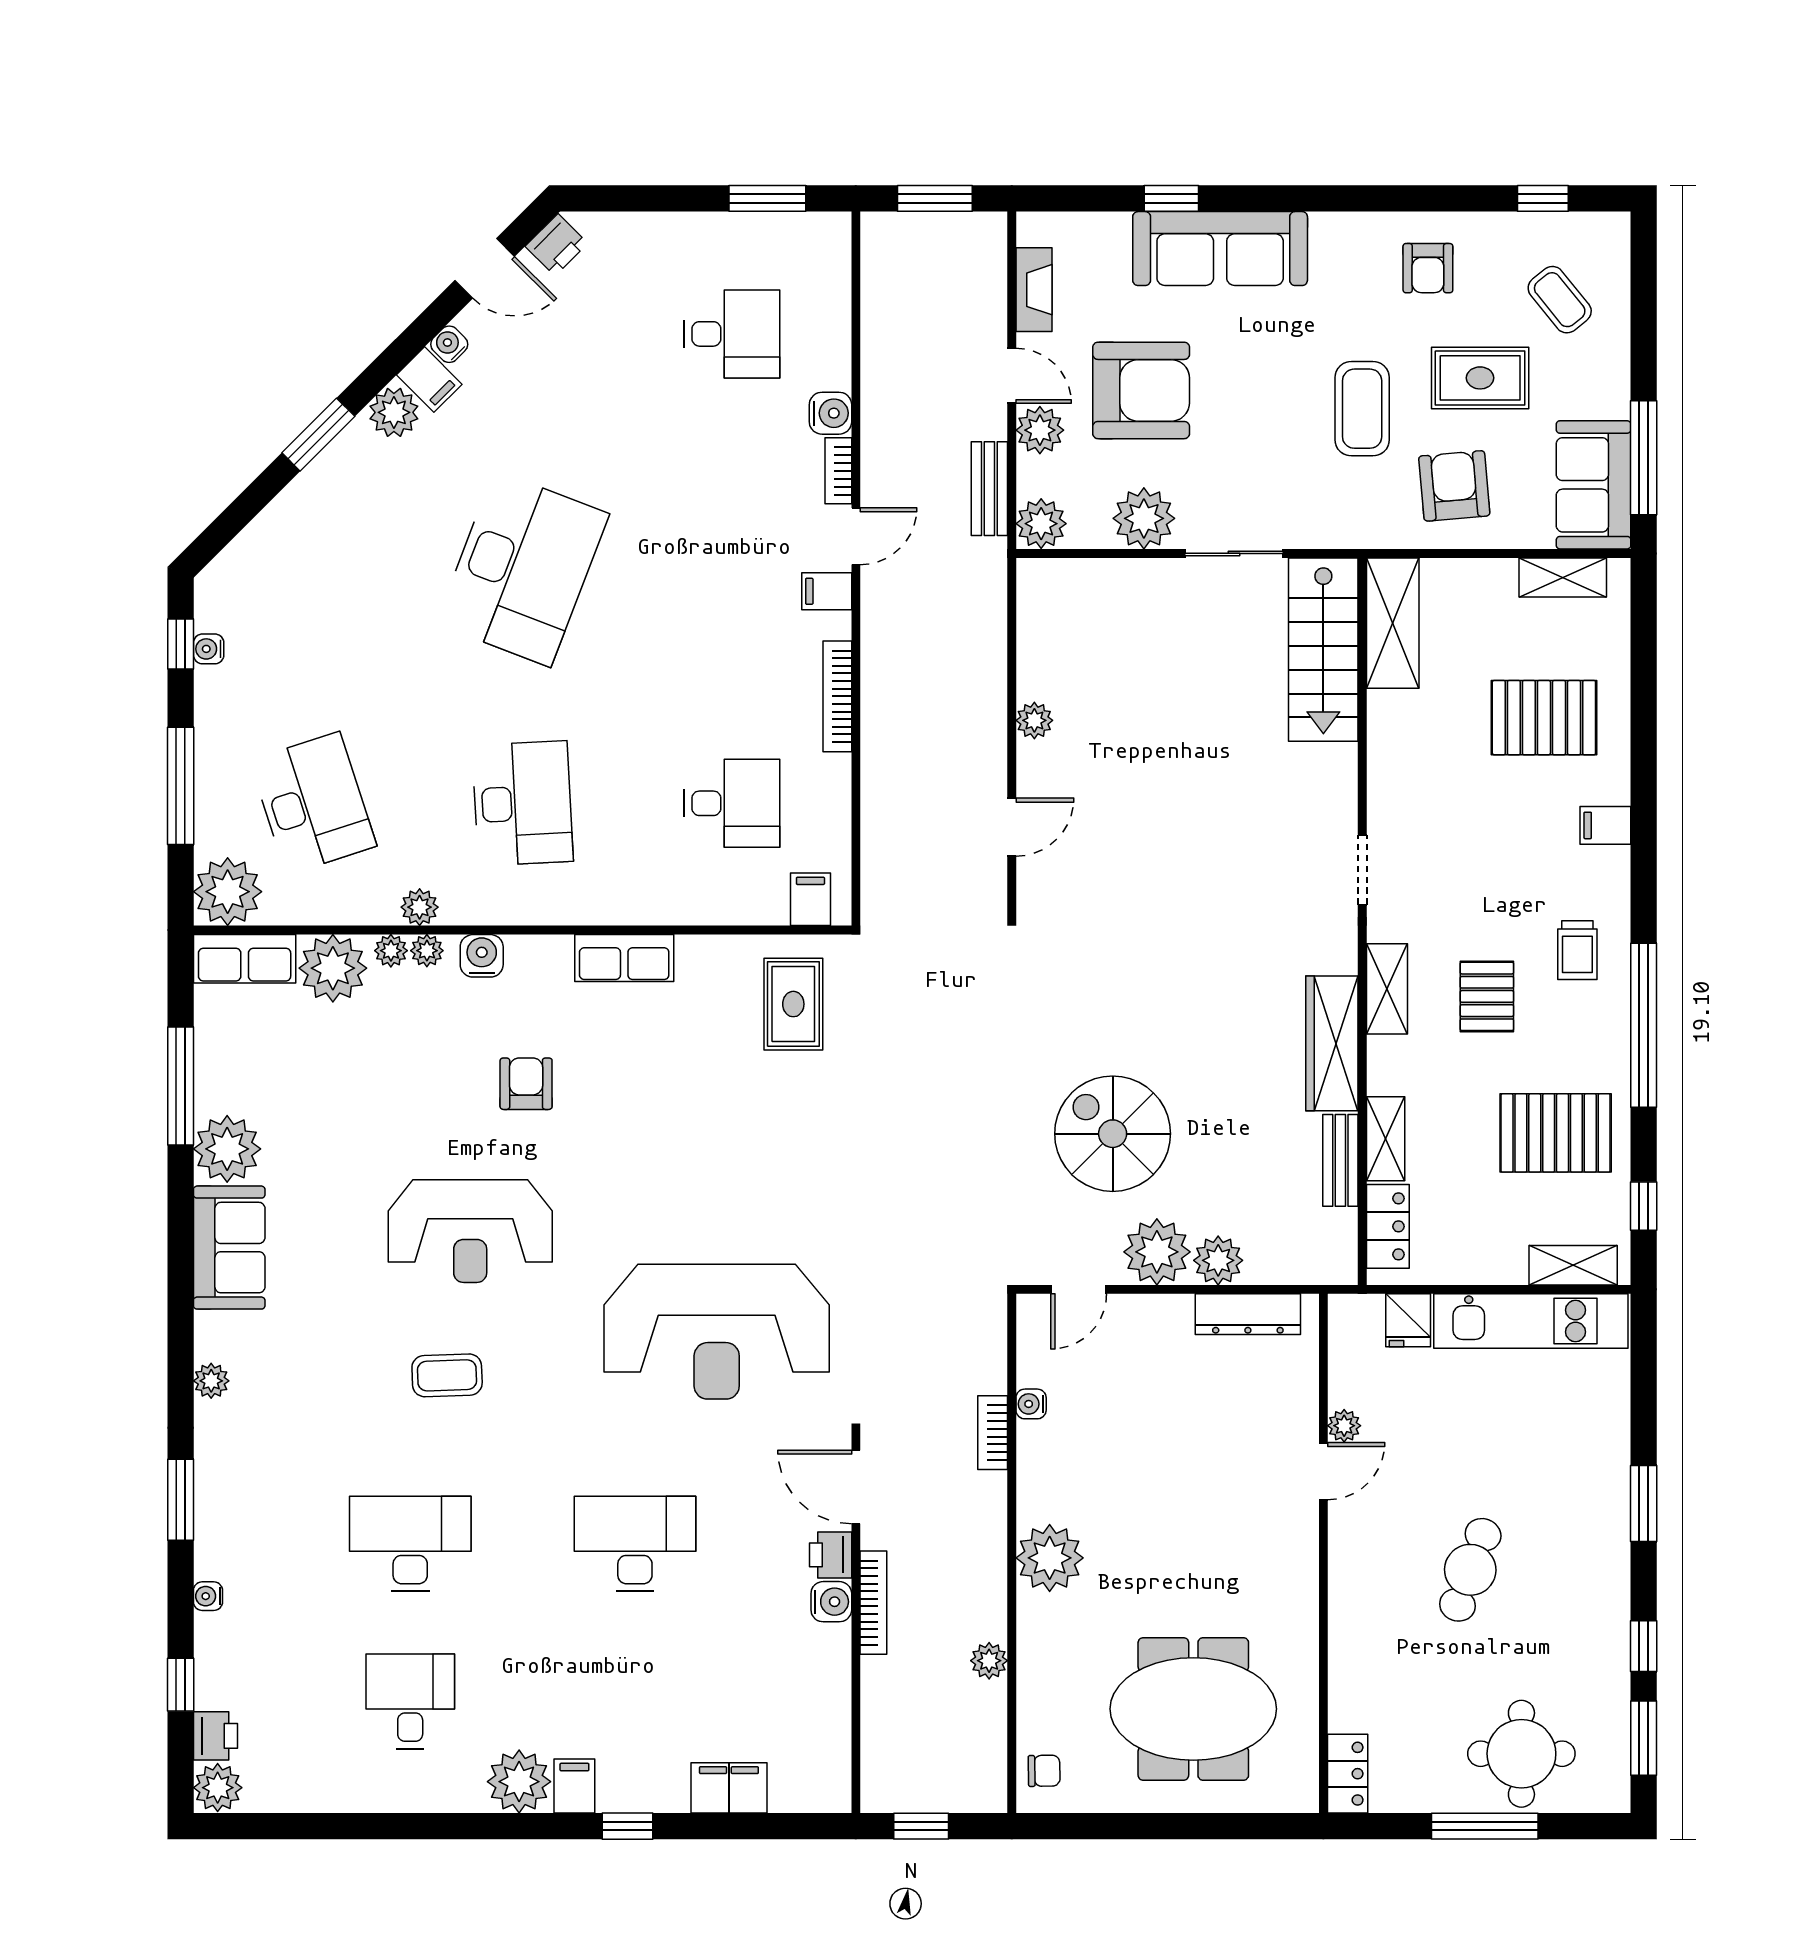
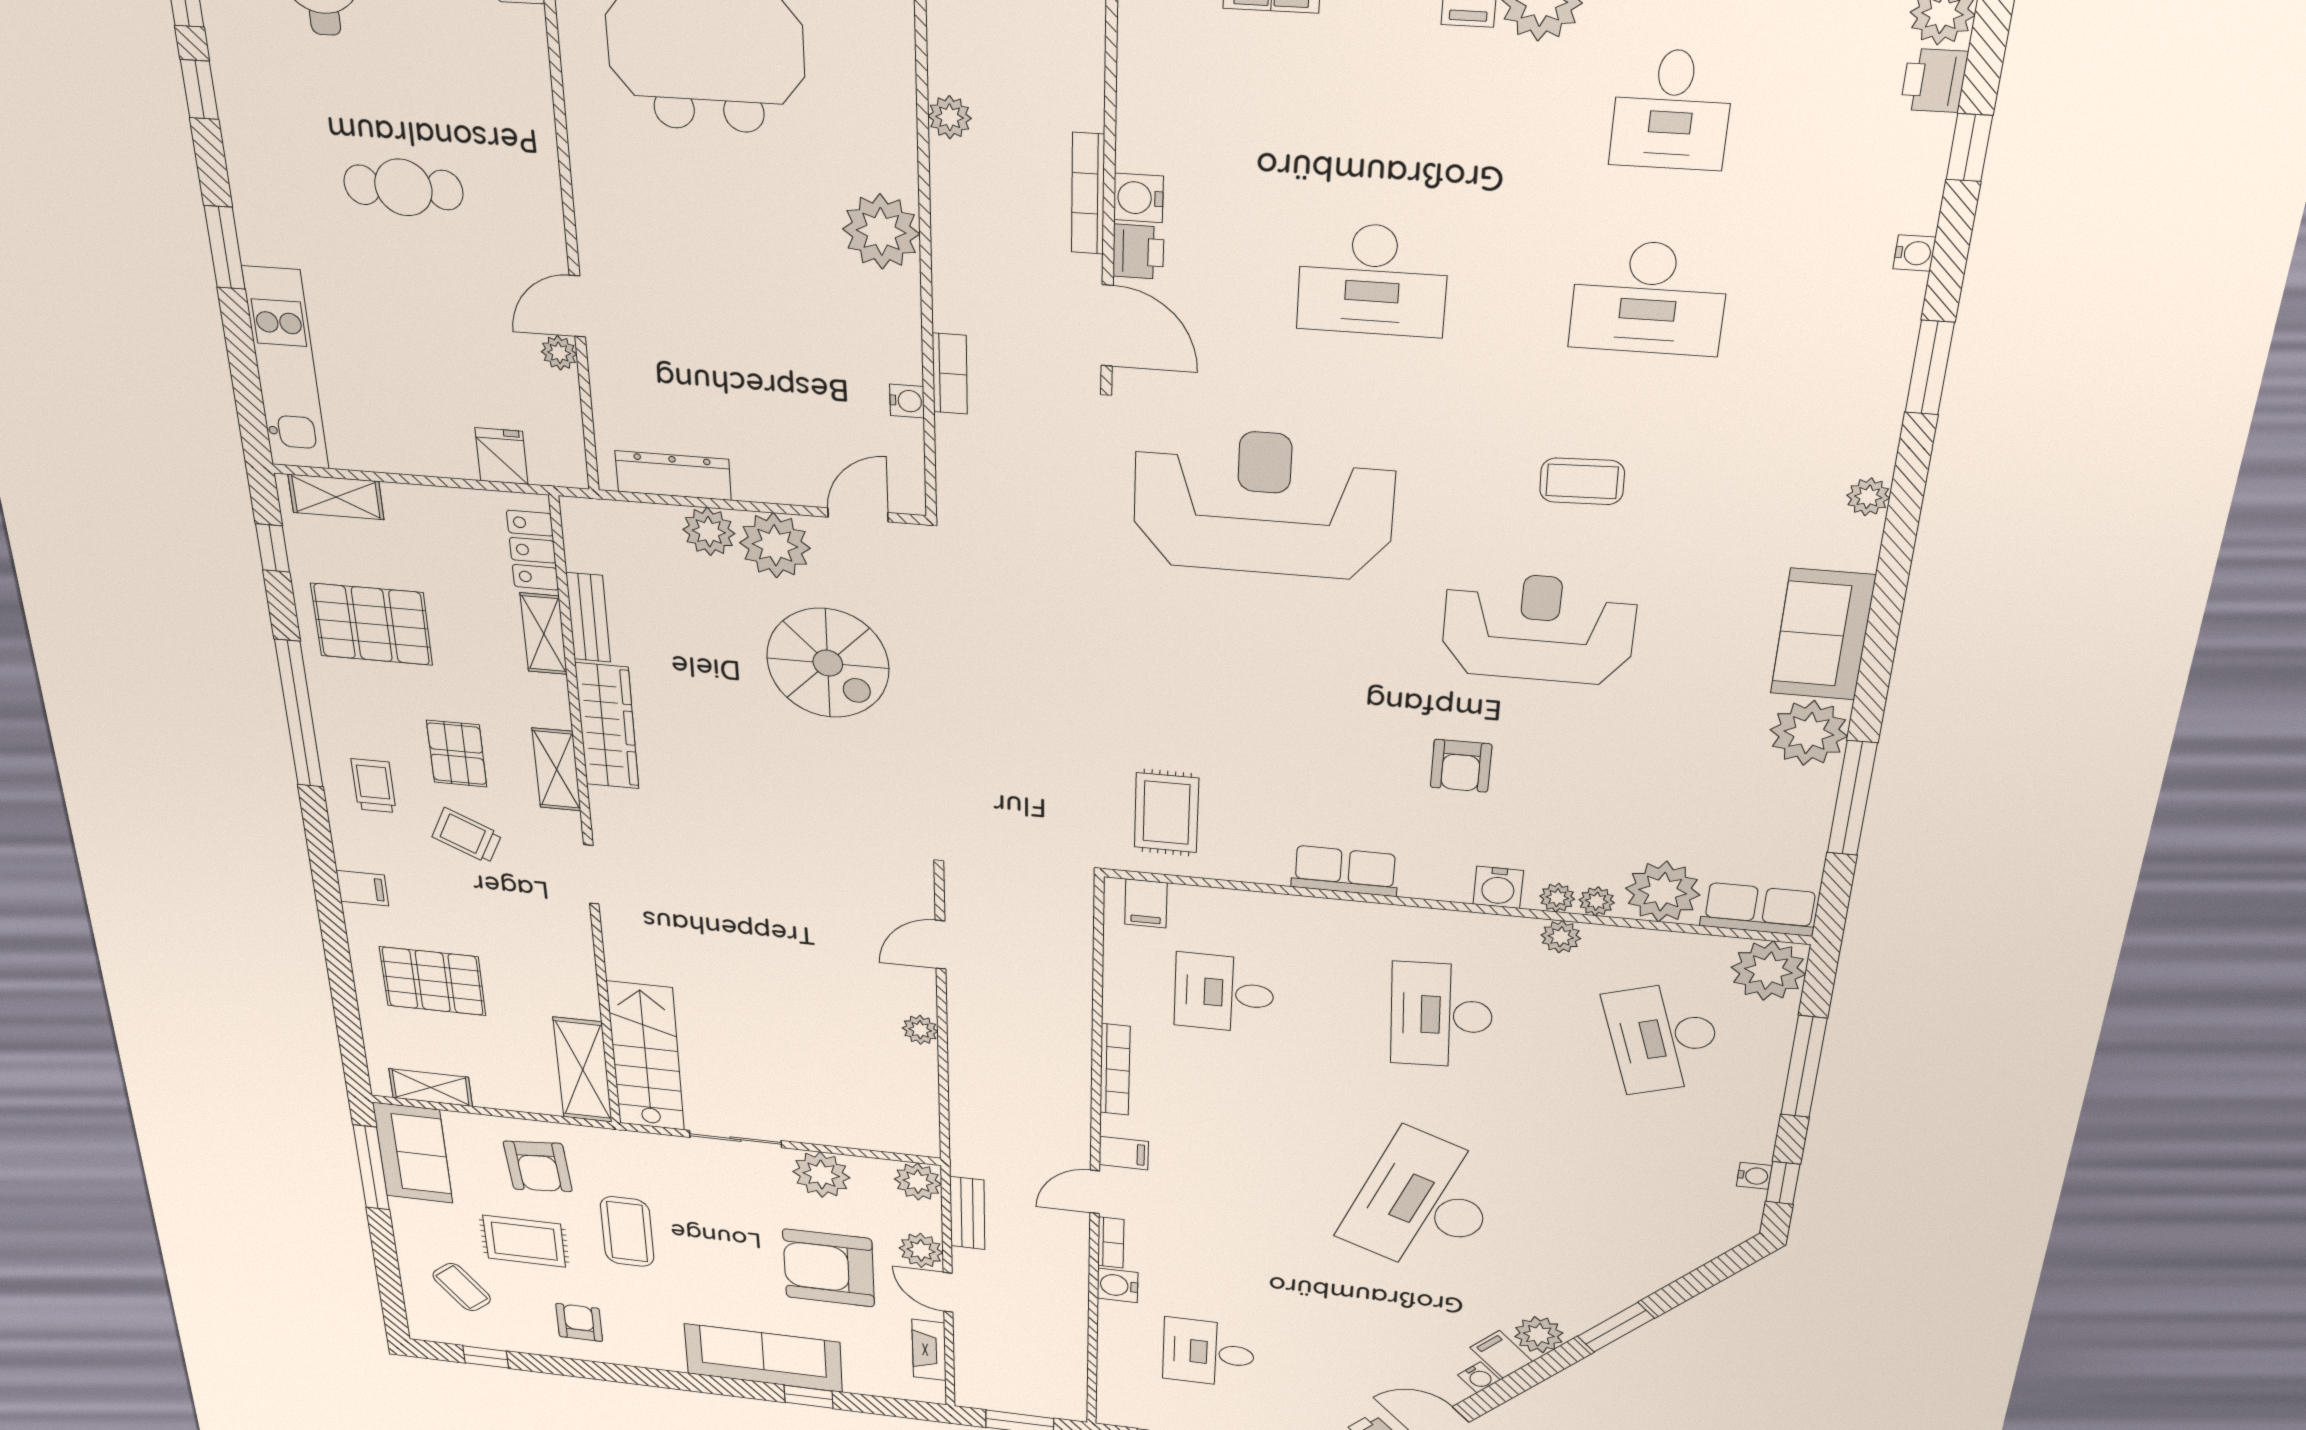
trolley: (1487, 902) -> (467, 836), added
kitchen unit: (1531, 1321) -> (286, 369), moved, turned 90
cafe table: (1470, 1570) -> (403, 187), turned 70

